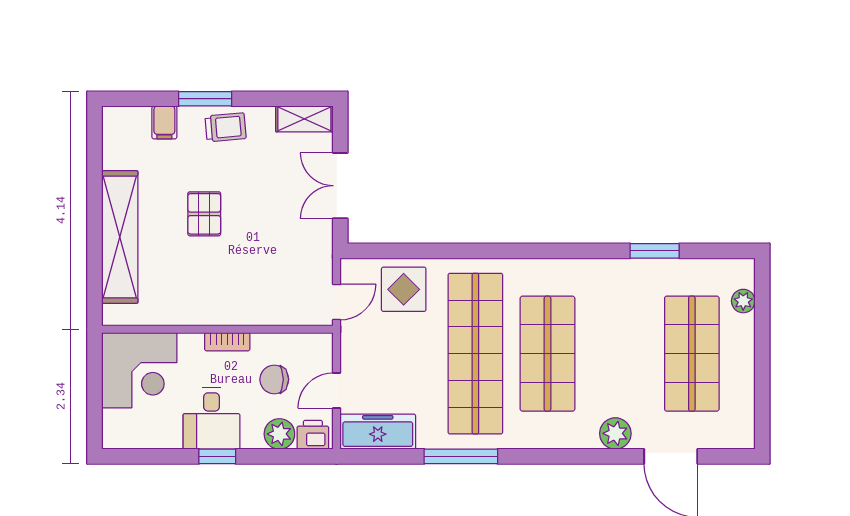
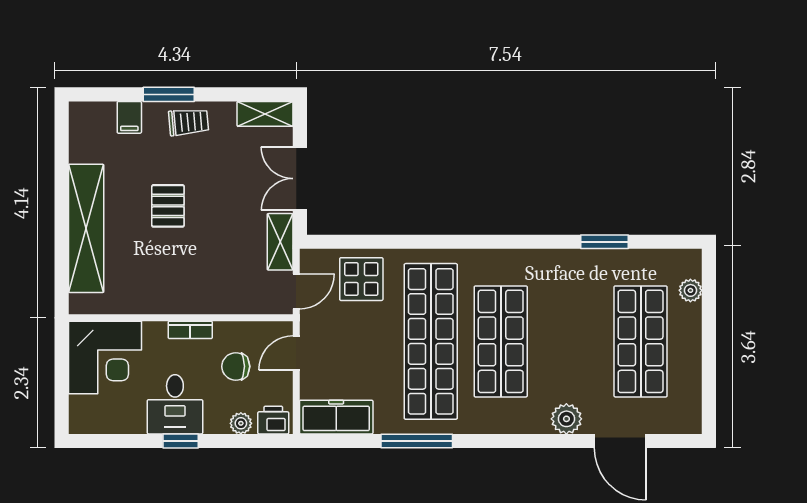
shelving: (320, 251) -> (280, 242), added
door: (337, 391) -> (296, 353), moved
plant: (279, 434) -> (241, 423), width x0.73, depth x0.73

